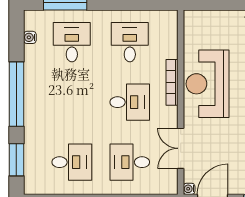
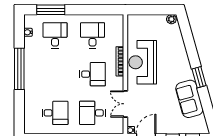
window: (16, 160) -> (19, 111), removed

